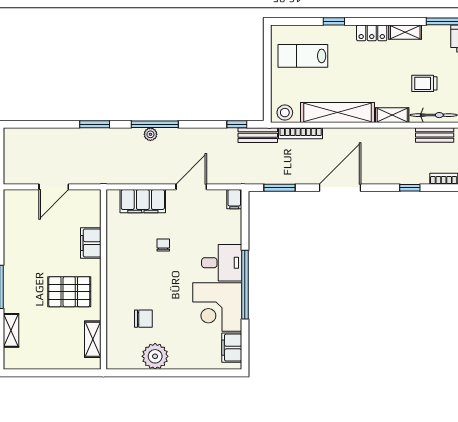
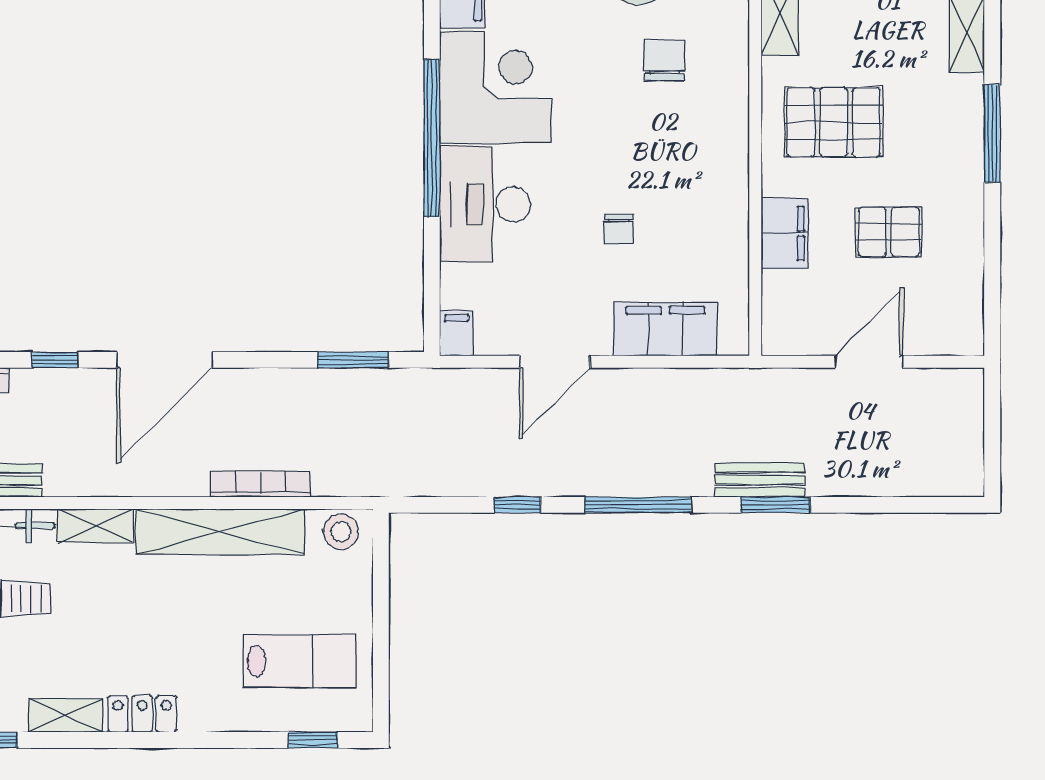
window: (334, 21) -> (313, 740), moved
window: (237, 124) -> (518, 505), moved
bookcase: (301, 133) -> (260, 484), moved
plant: (150, 134) -> (648, 482), removed
bench: (258, 135) -> (760, 480), moved
door: (340, 188) -> (164, 360), moved
pallet: (45, 244) -> (889, 232), added
desk: (222, 263) -> (485, 204), width x1.37
chair: (143, 319) -> (664, 61), turned 90

